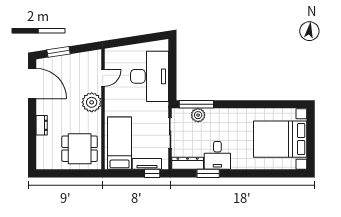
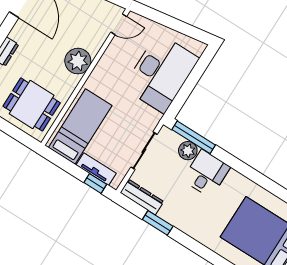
door: (103, 78) -> (119, 24), moved
desk: (217, 155) -> (206, 173), moved, turned 180

